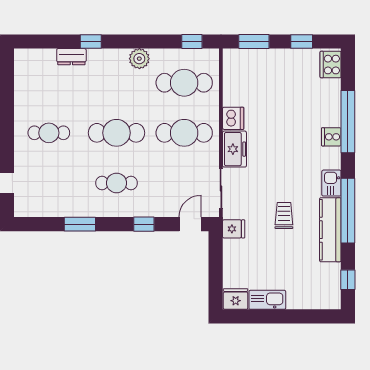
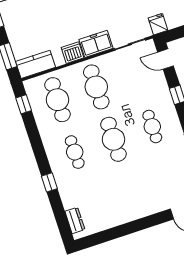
dresser: (71, 57) -> (75, 220), moved
plant: (139, 59) -> (50, 141), removed
kitchen counter: (234, 71) -> (36, 64), added
cafe table: (49, 133) -> (75, 152), moved

